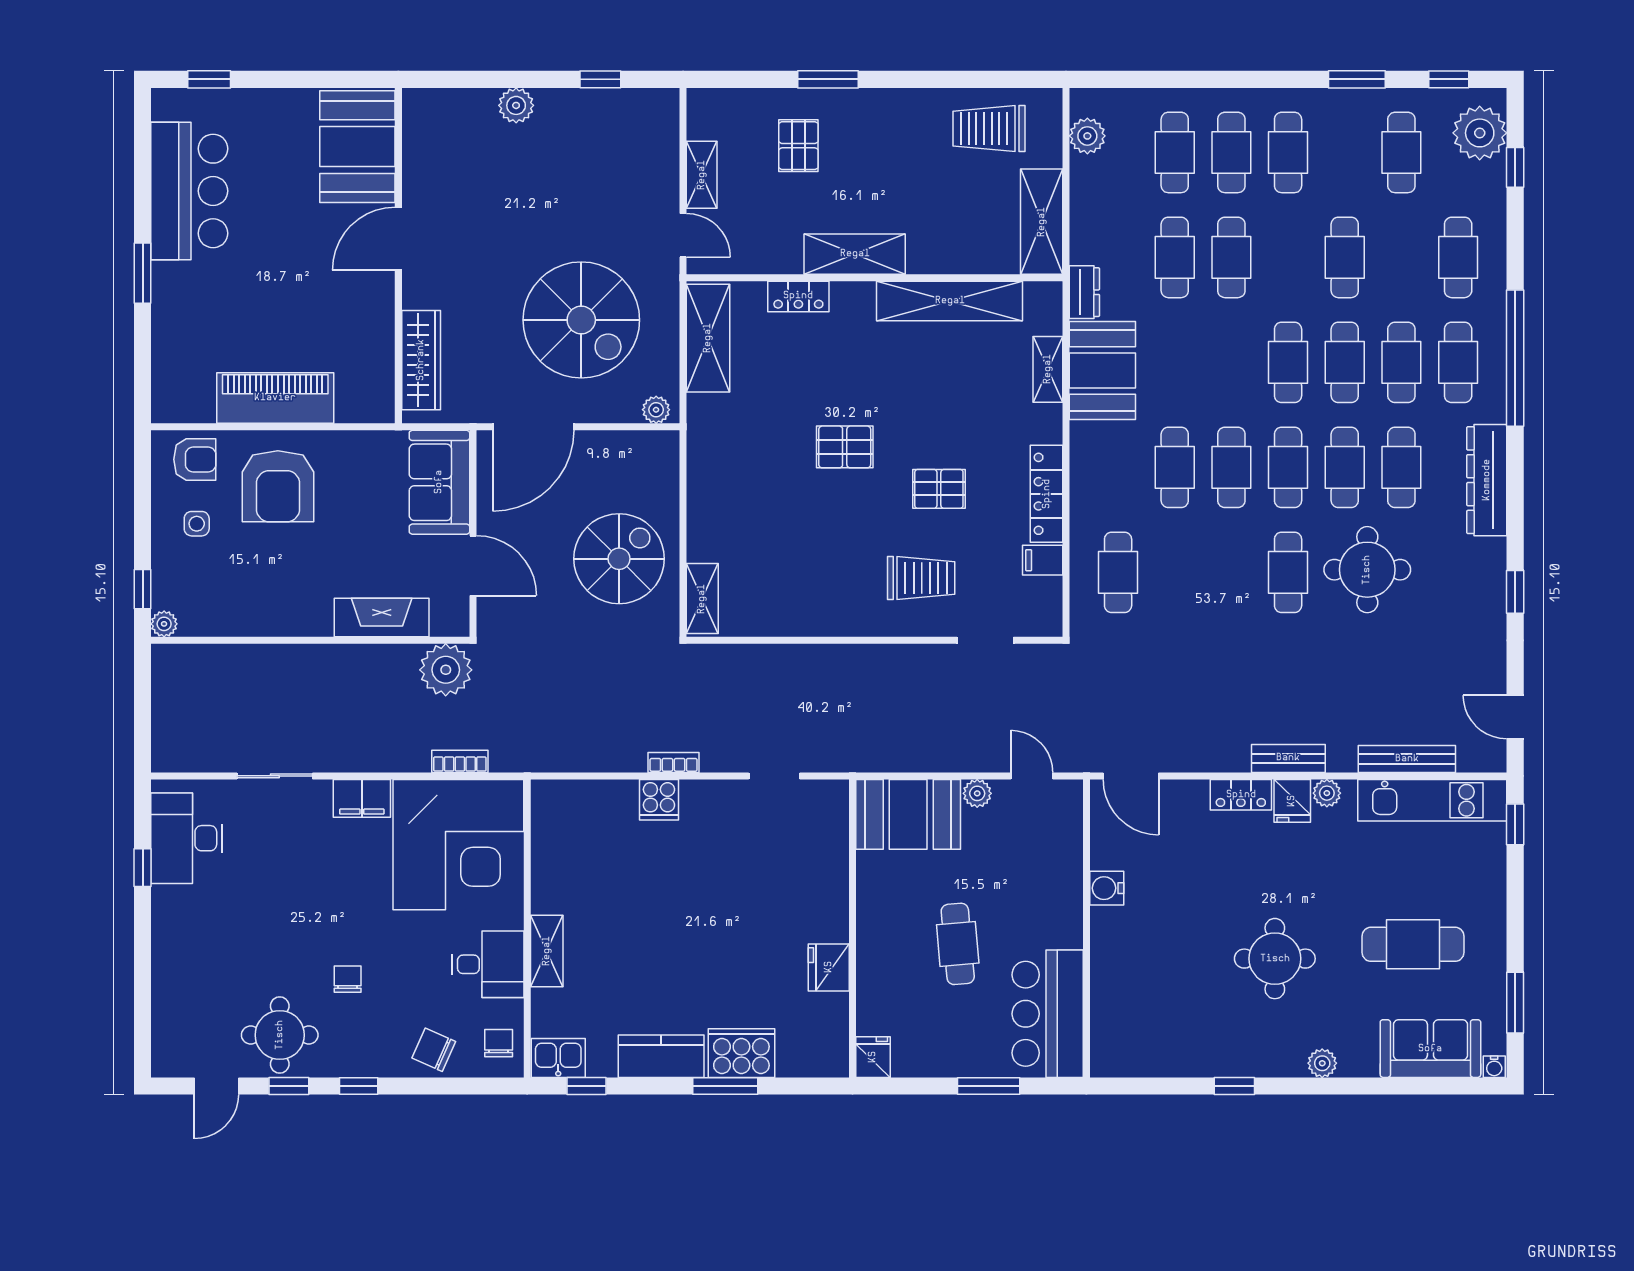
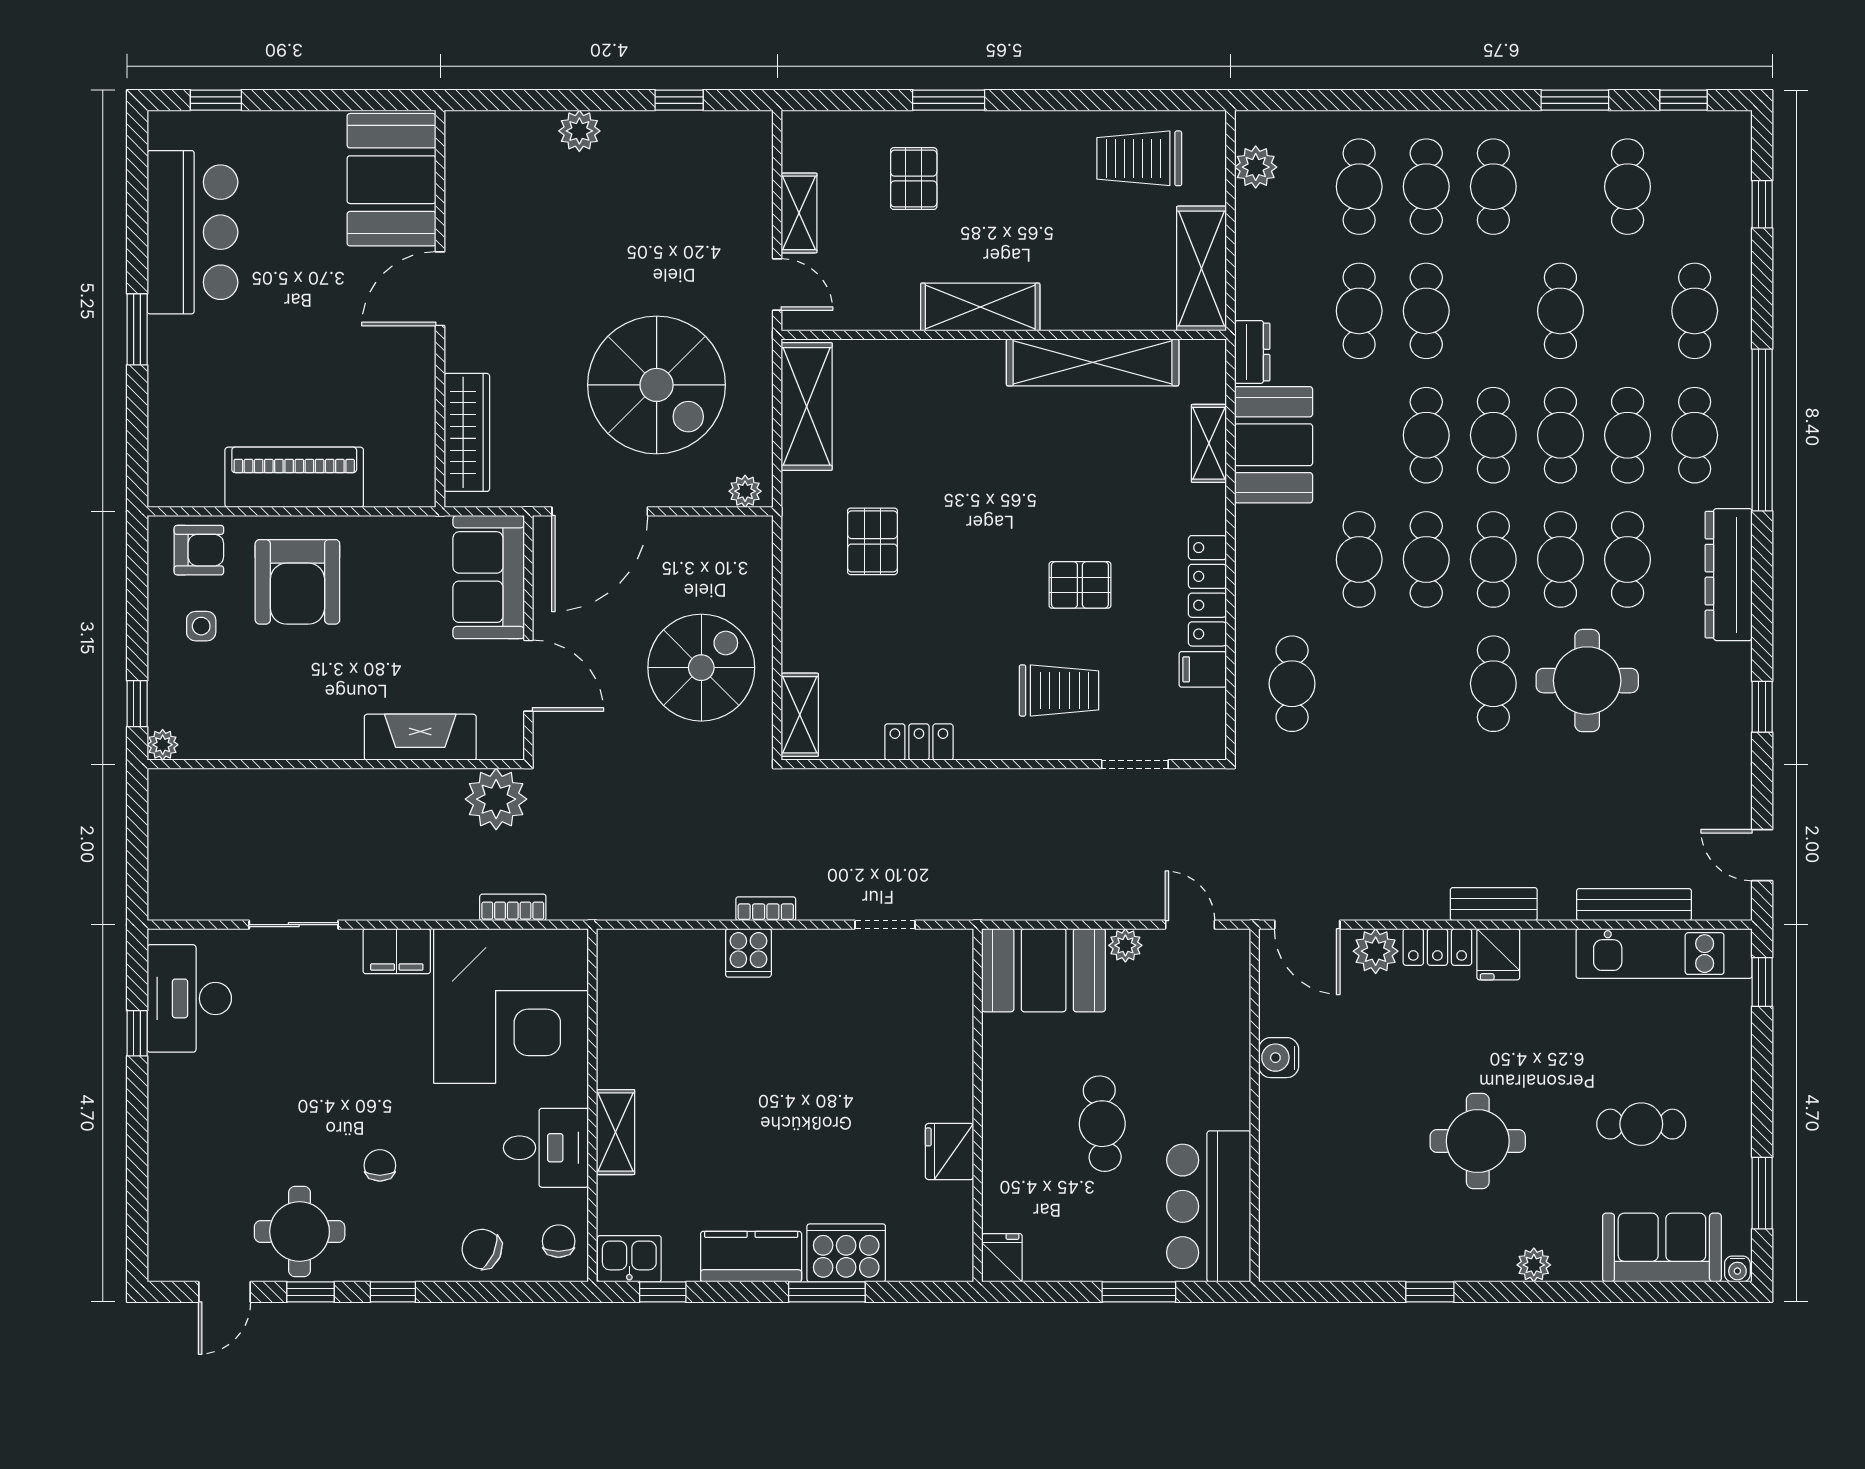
plant: (1480, 133) -> (1720, 164), removed
locker: (798, 296) -> (919, 742), moved, turned 180
cafe table: (1231, 362) -> (1426, 435), added
pallet: (845, 447) -> (872, 541), moved, turned 90
plant: (1327, 793) -> (1376, 951), moved, width x1.38, depth x1.38
cafe table: (1413, 944) -> (1641, 1124), width x0.73, depth x0.74

